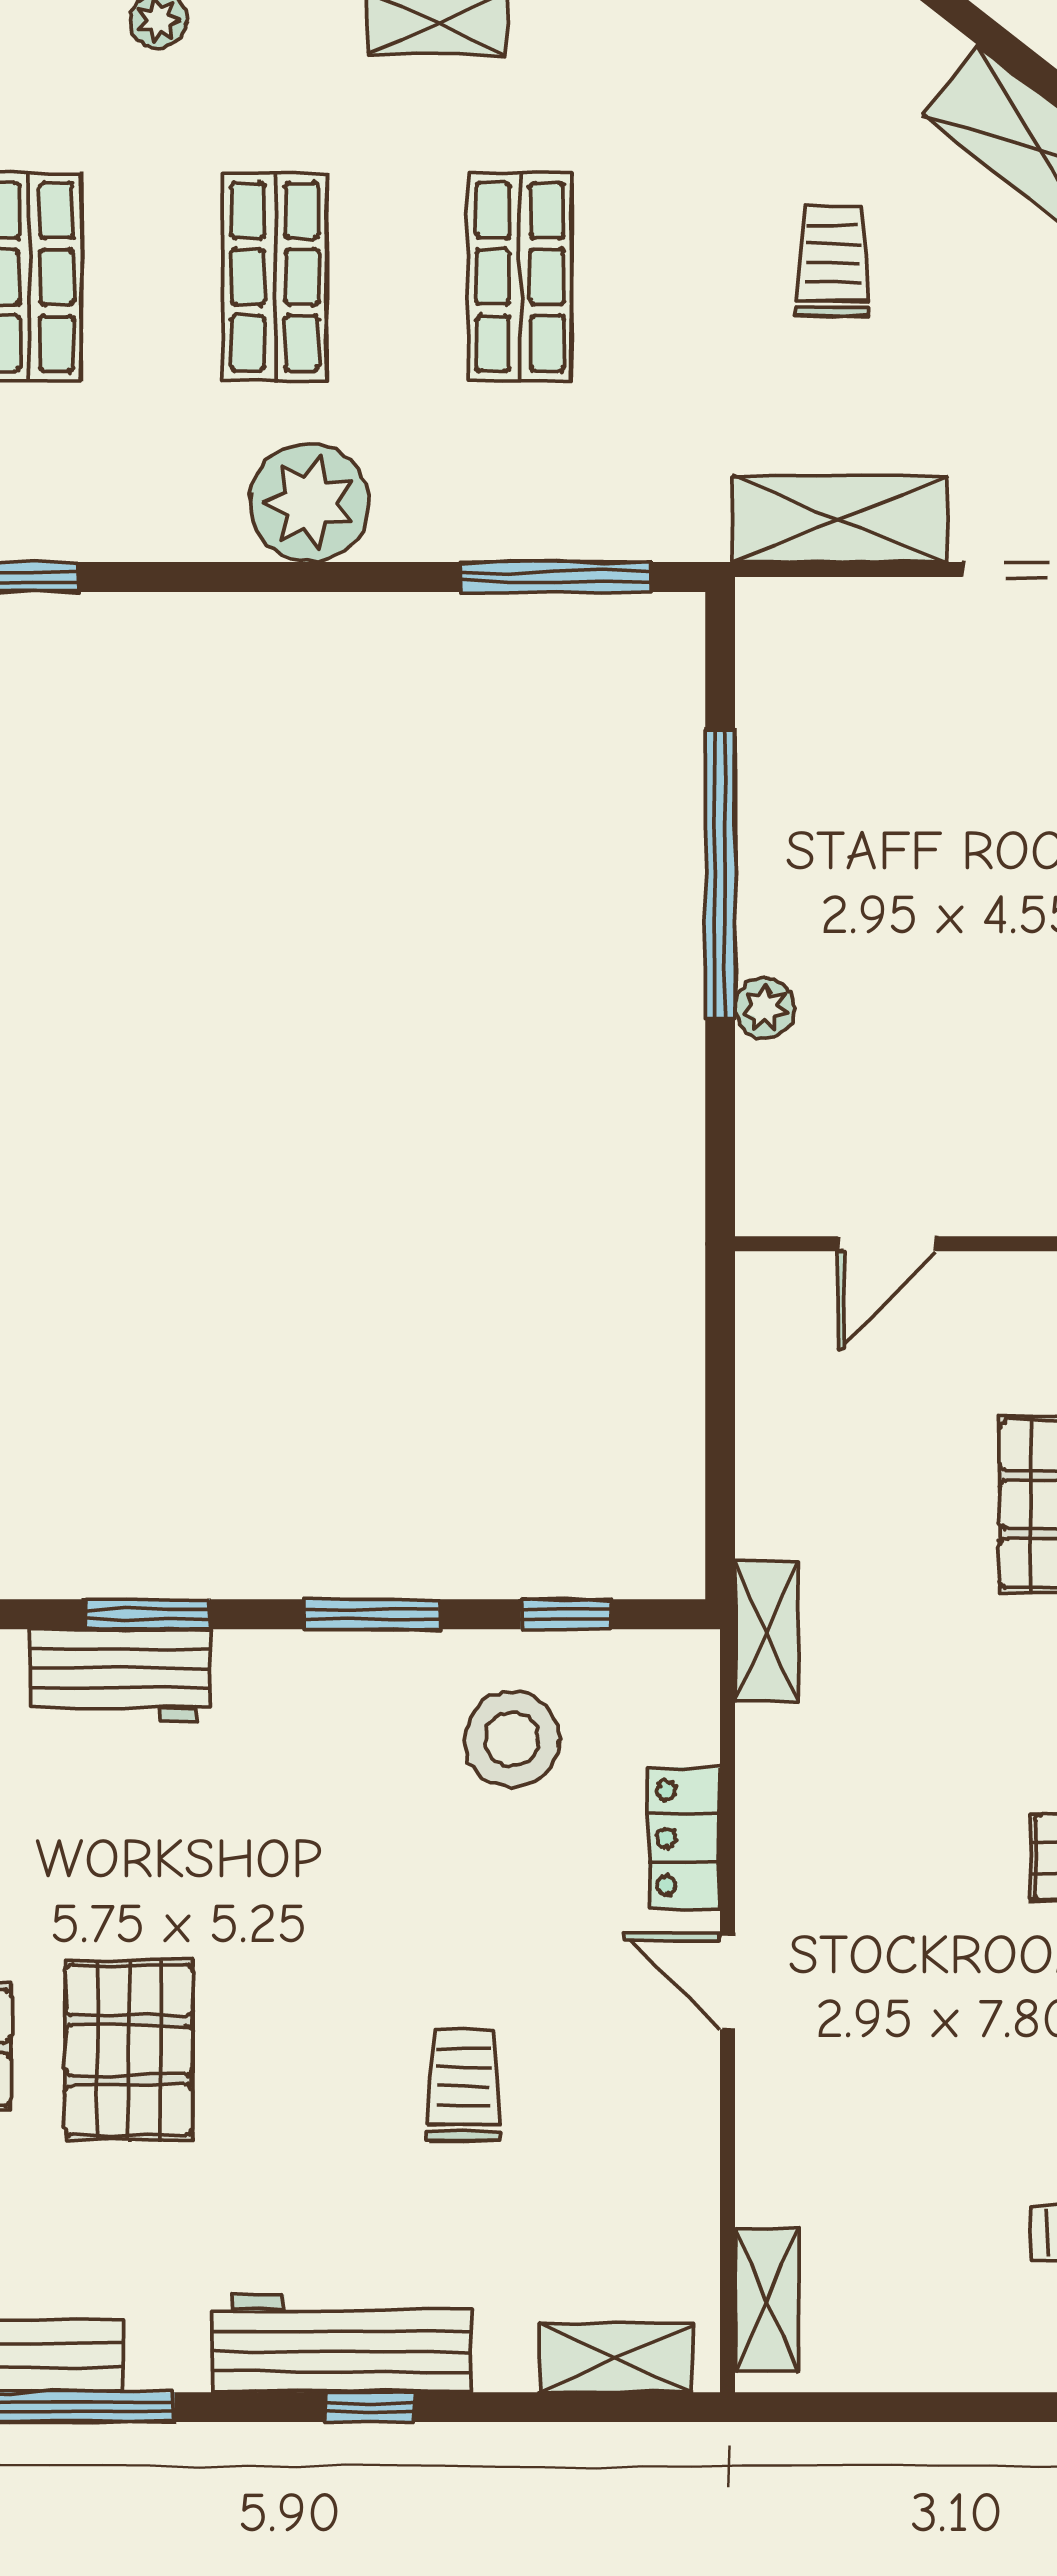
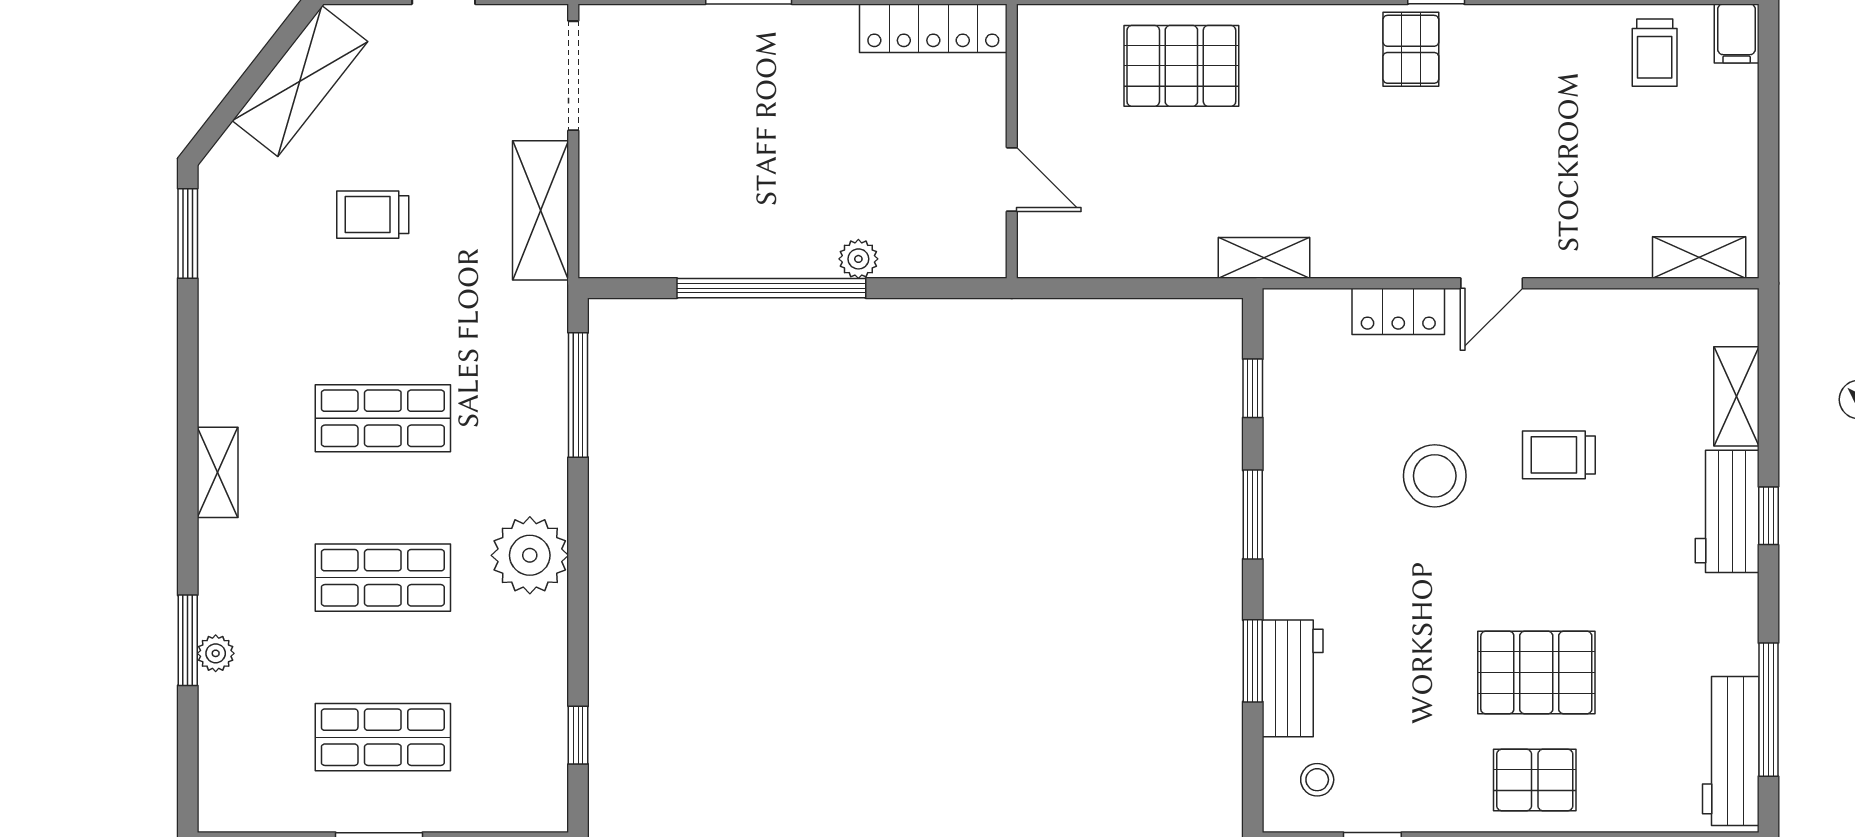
stool: (512, 1739) -> (1435, 476), moved
workbench: (342, 2344) -> (1727, 511), width x0.73
shelving: (616, 2358) -> (1736, 396), moved

